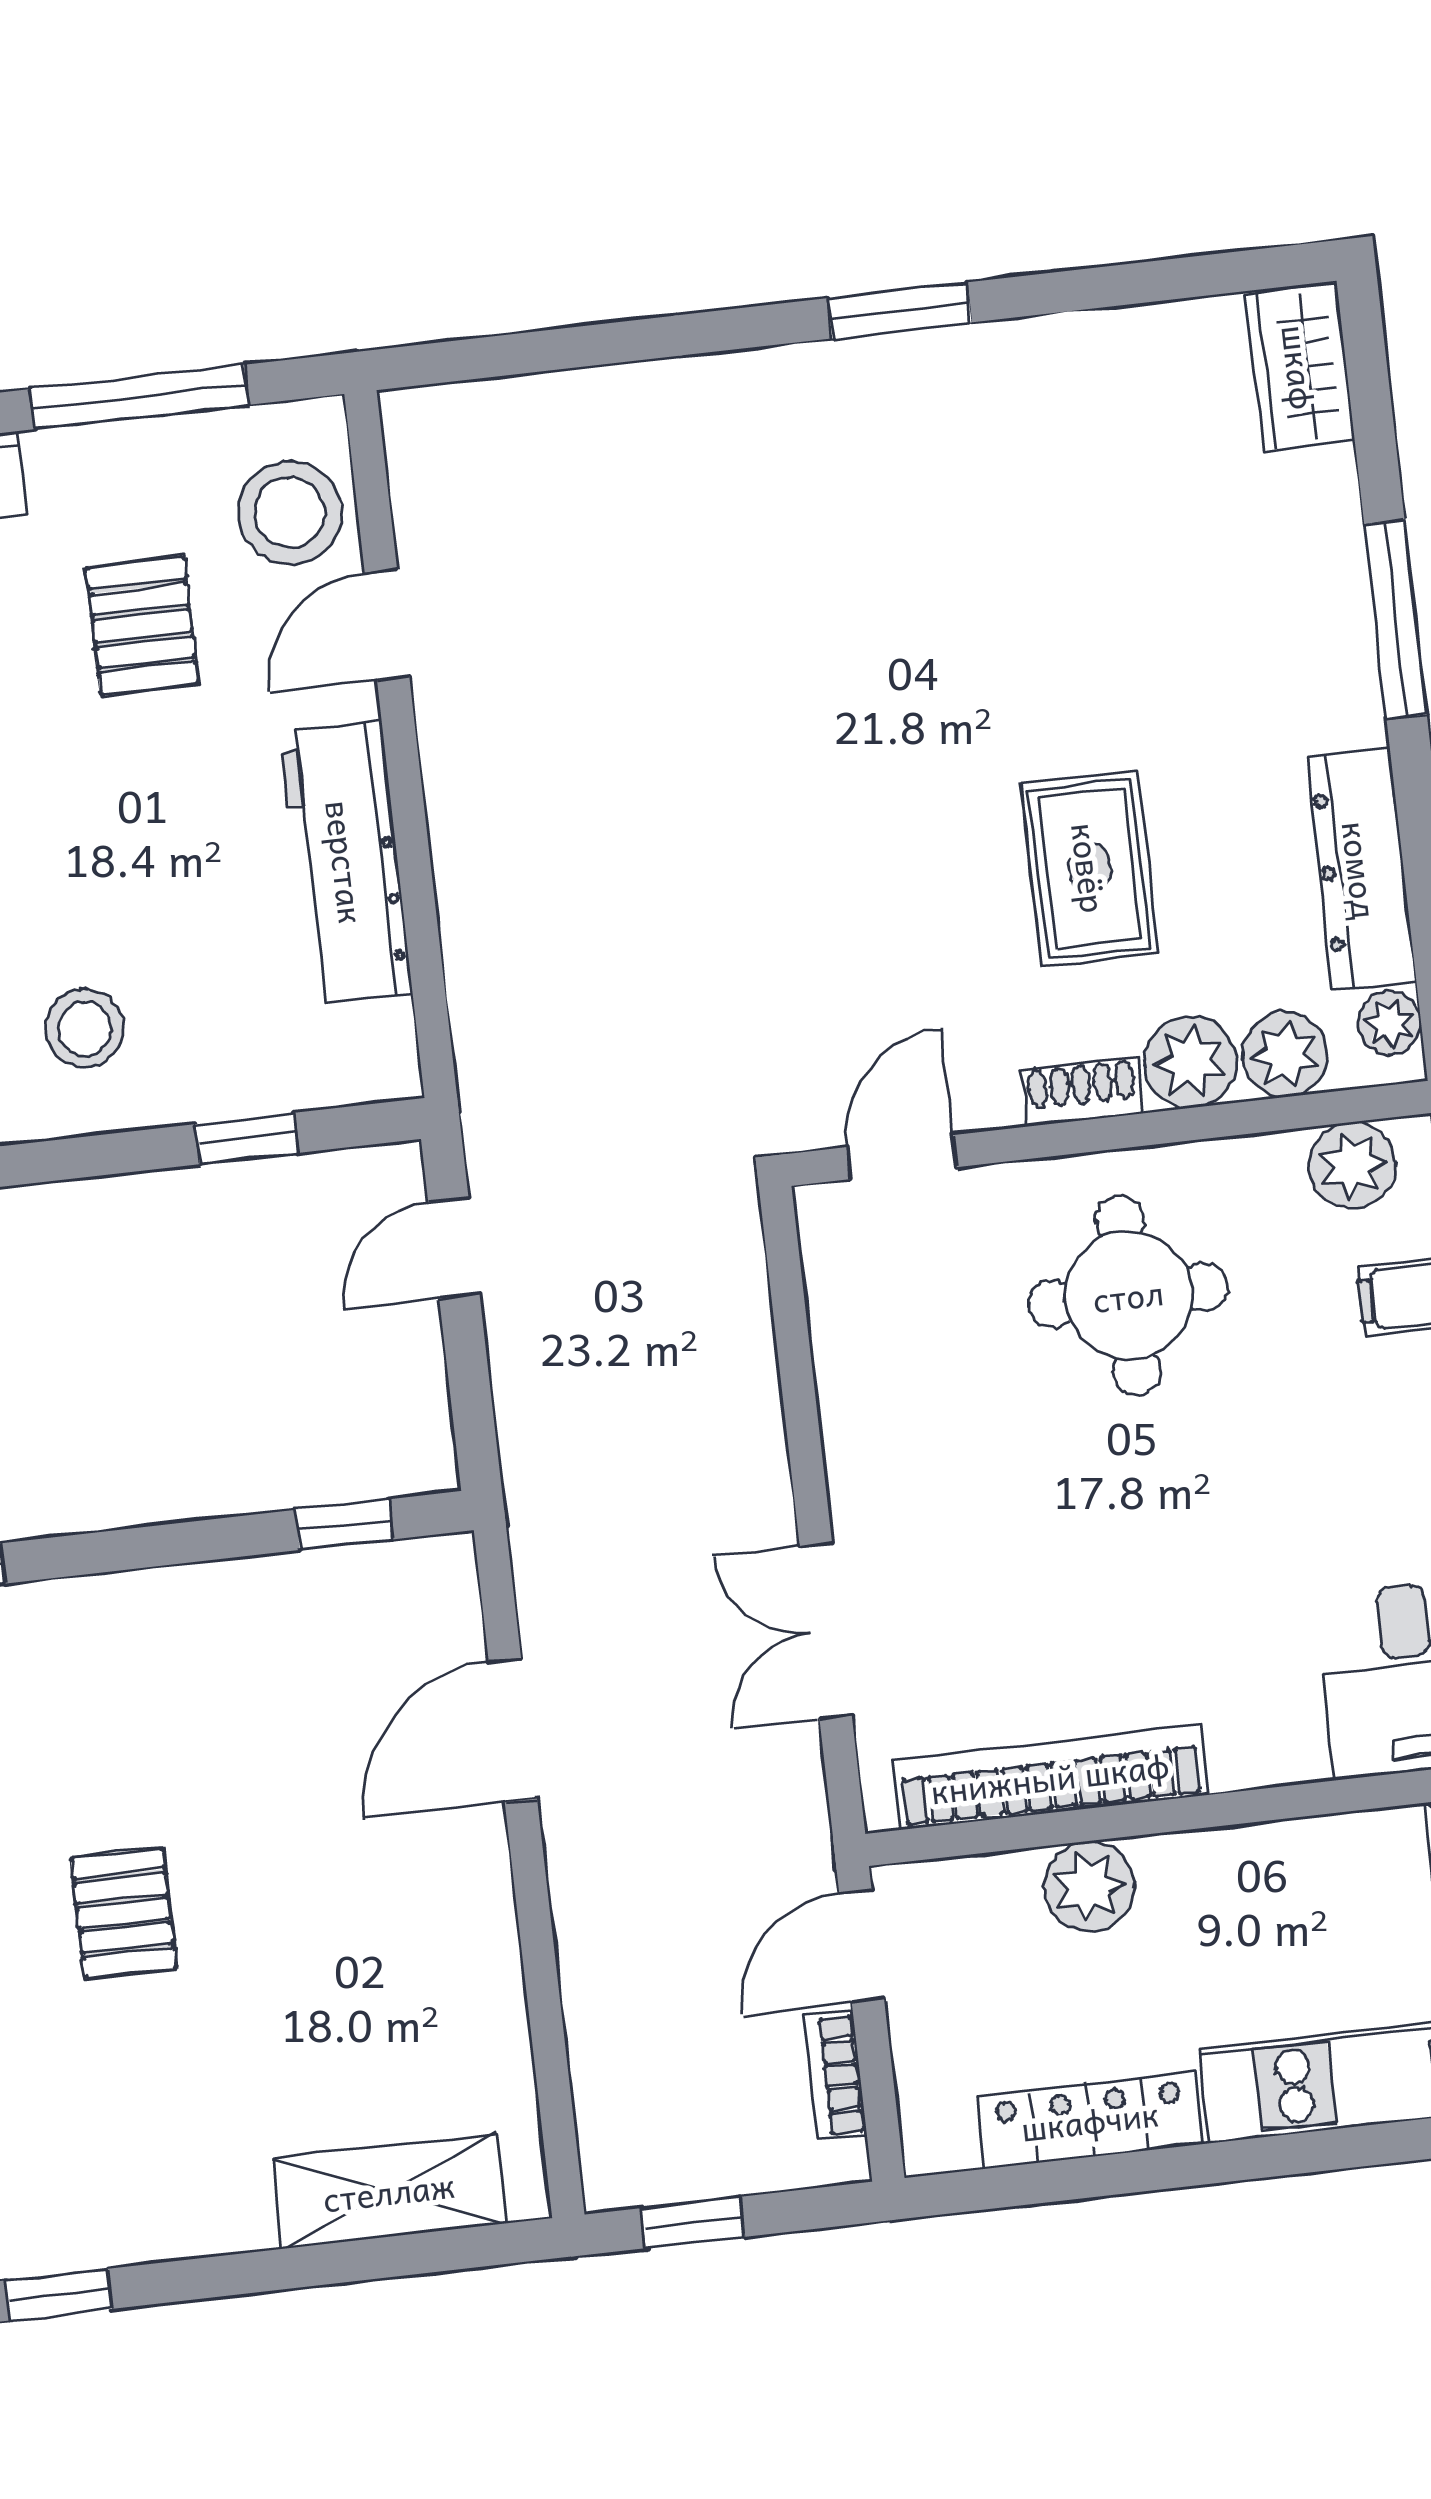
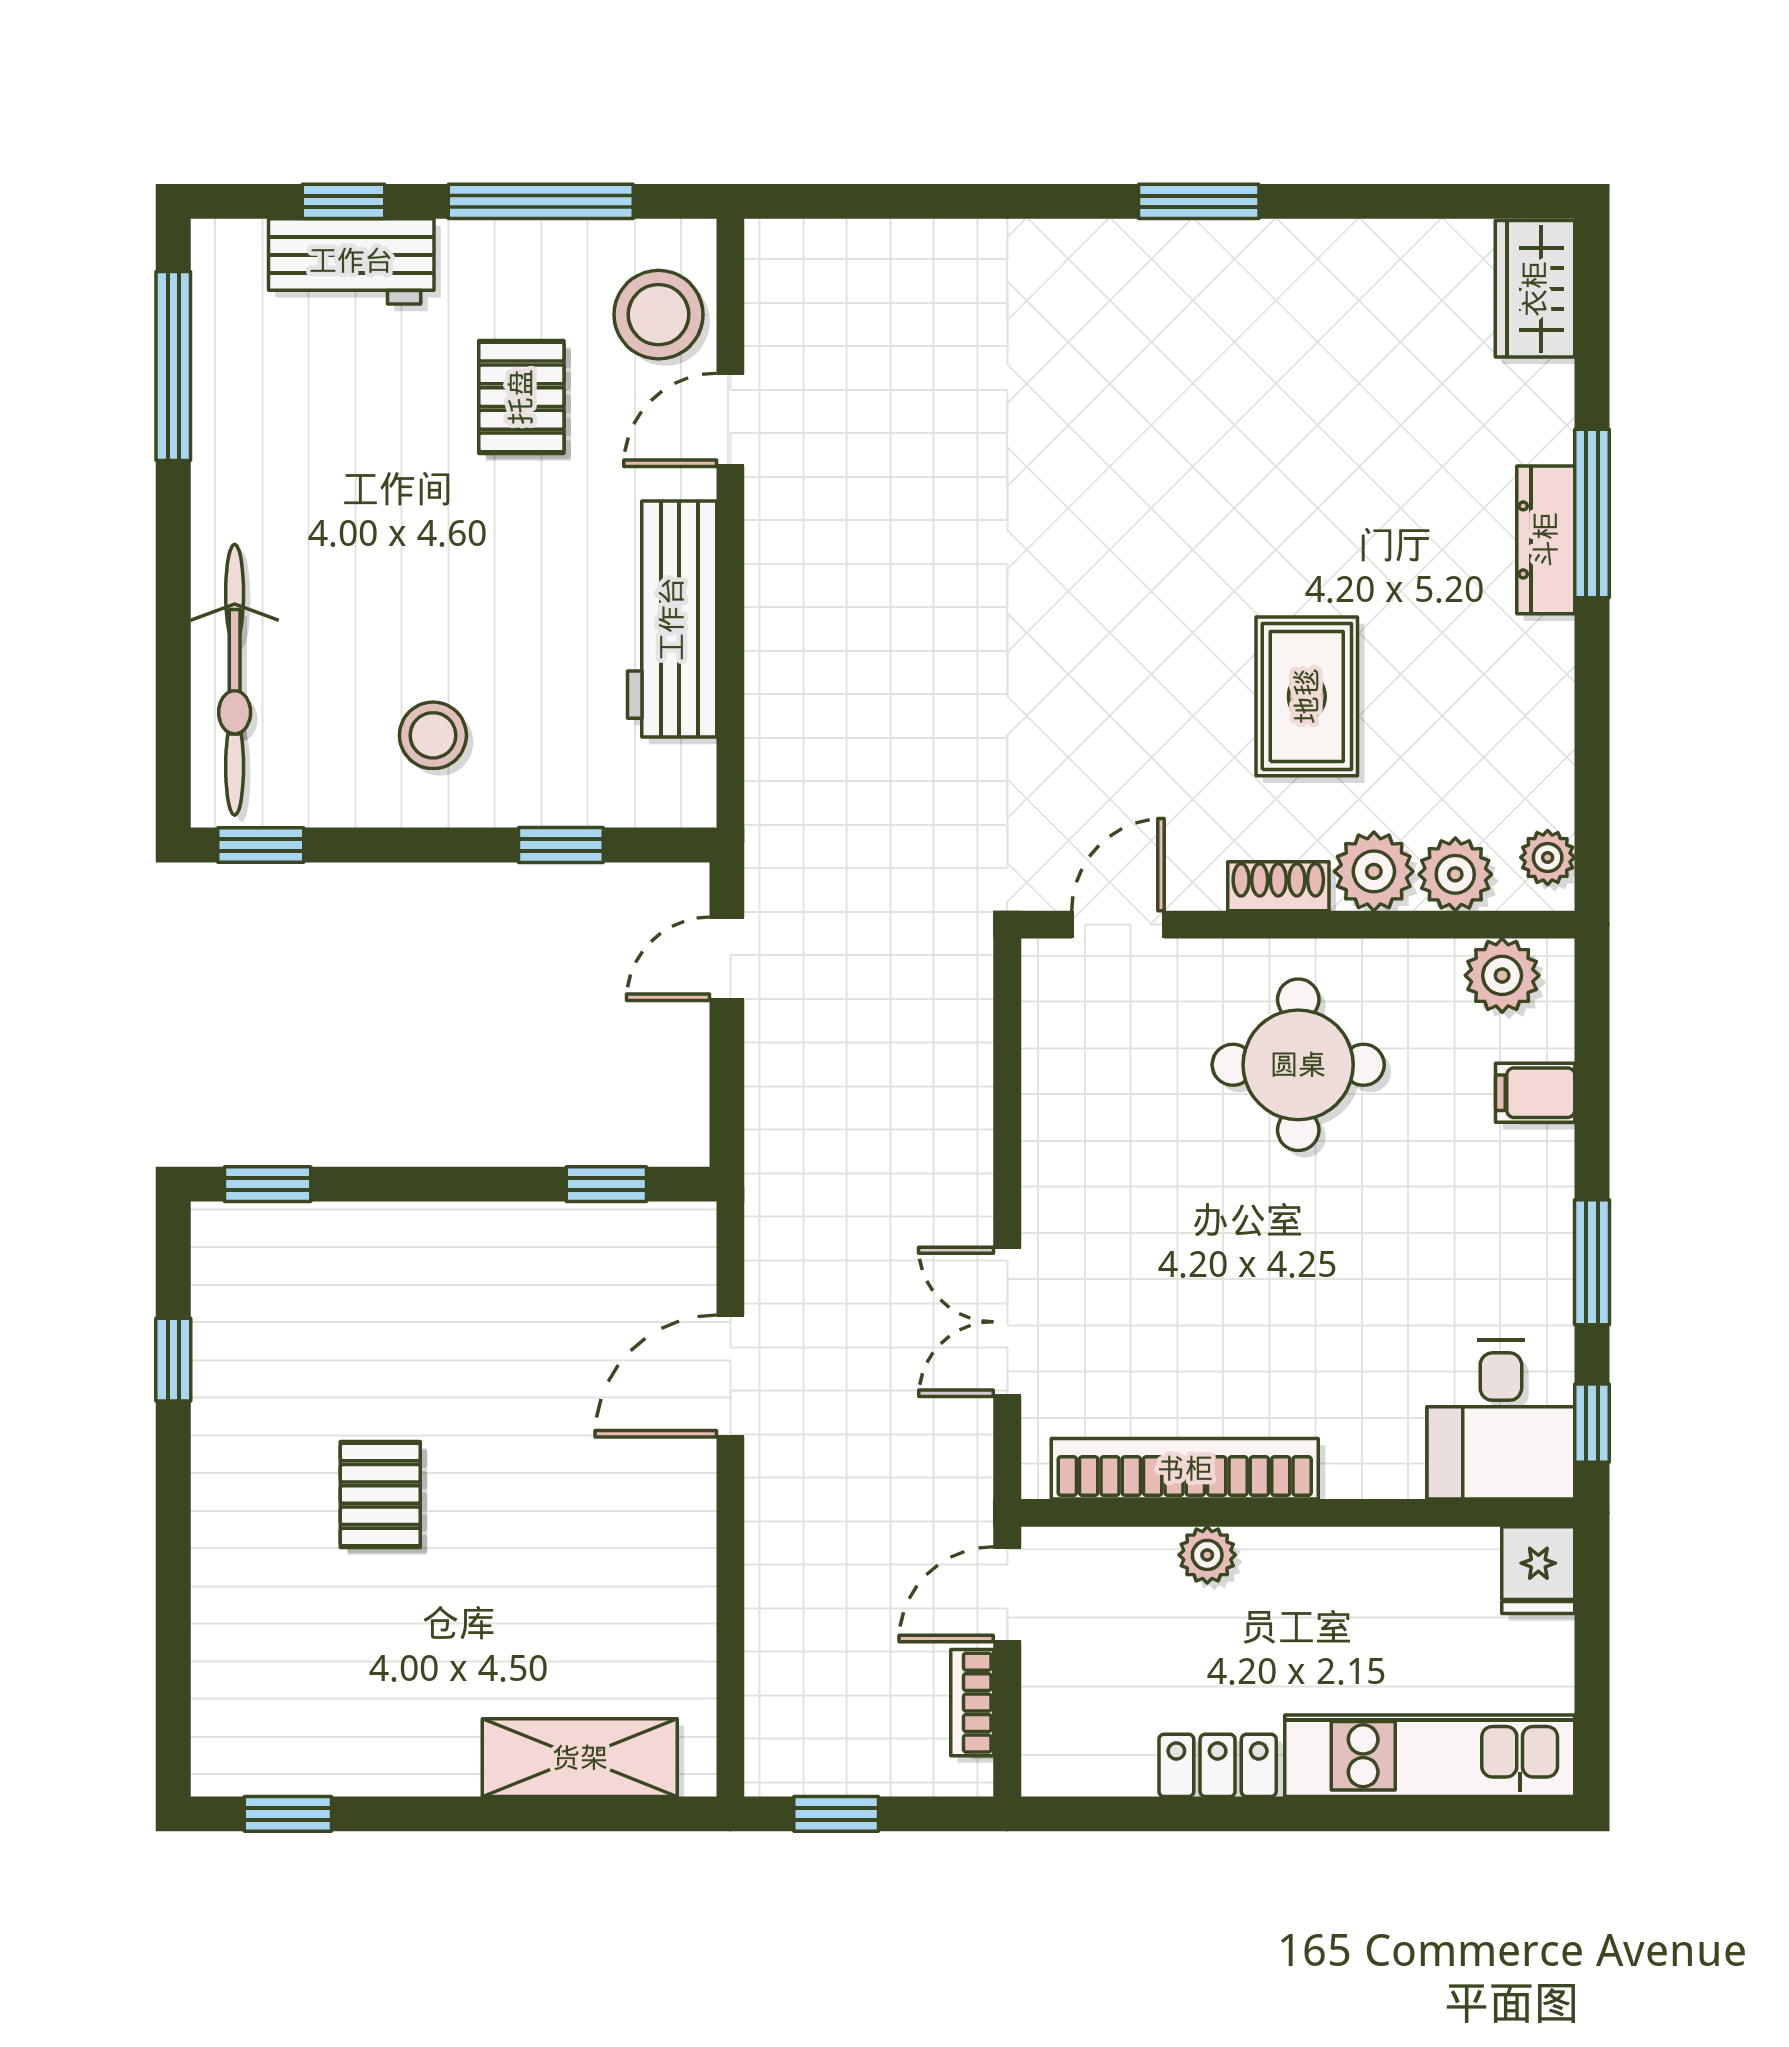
dresser: (1361, 870) -> (1546, 540), moved, width x0.73, depth x0.80
plant: (1089, 1886) -> (1207, 1555), width x0.73, depth x0.73
locker: (1090, 2120) -> (1218, 1765), width x0.66

